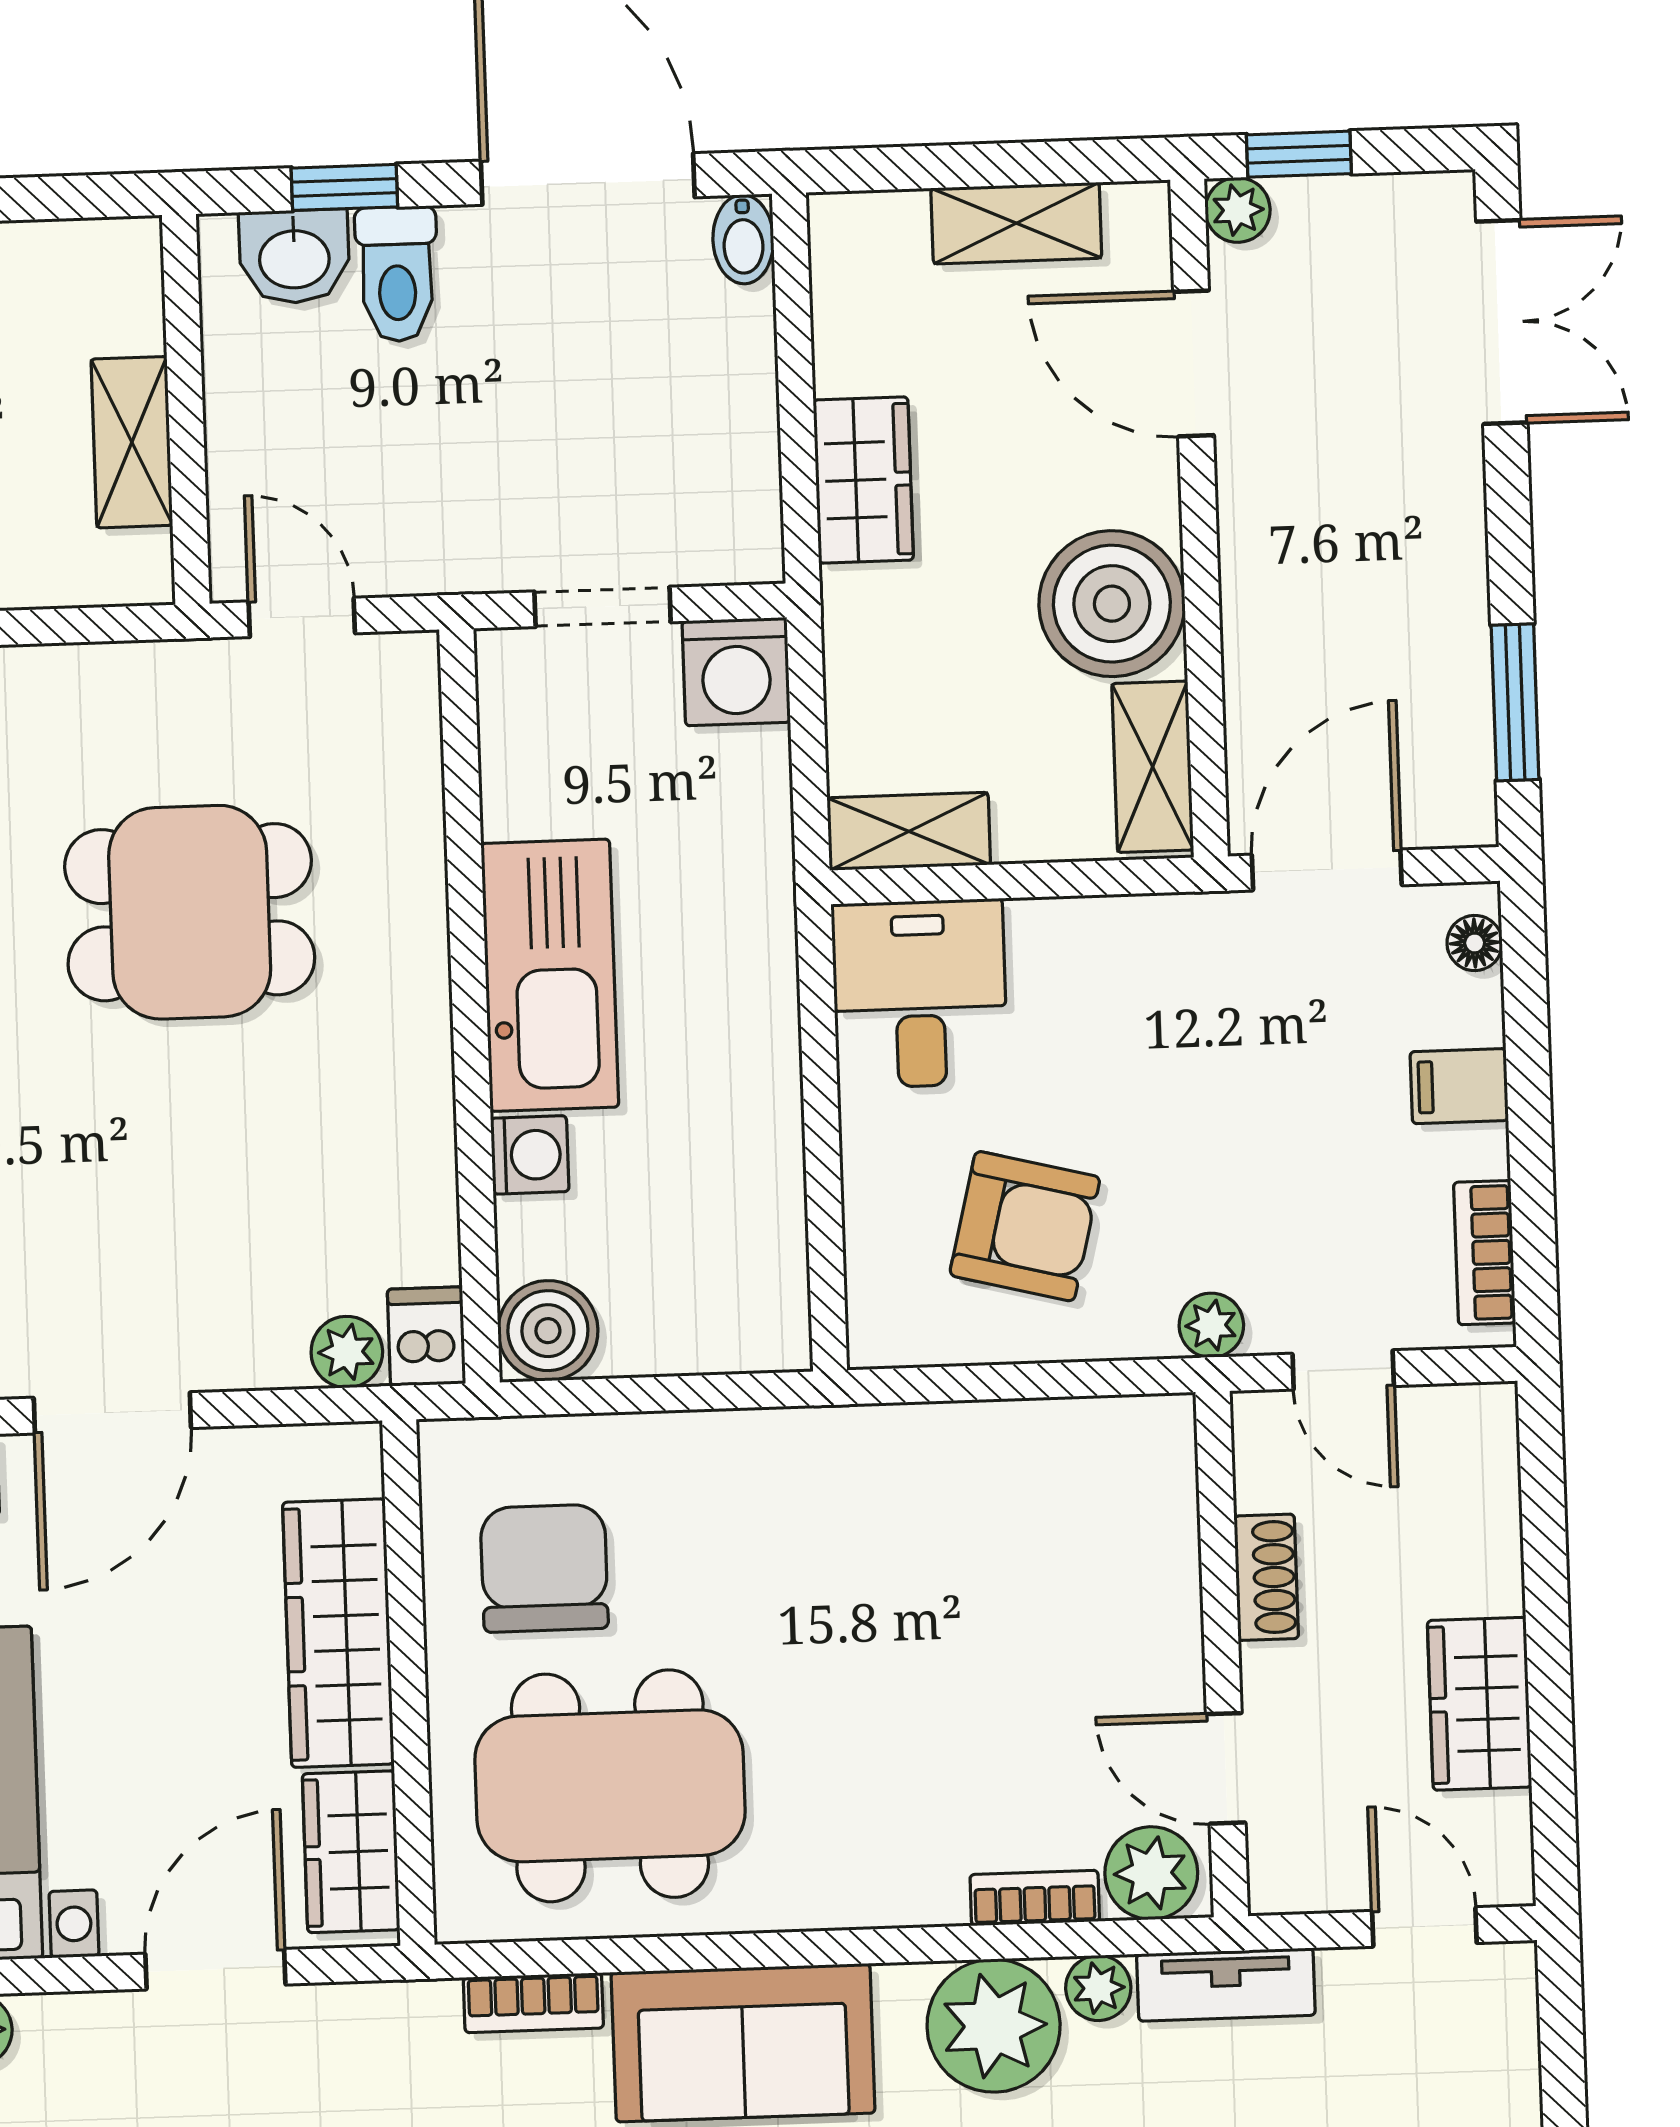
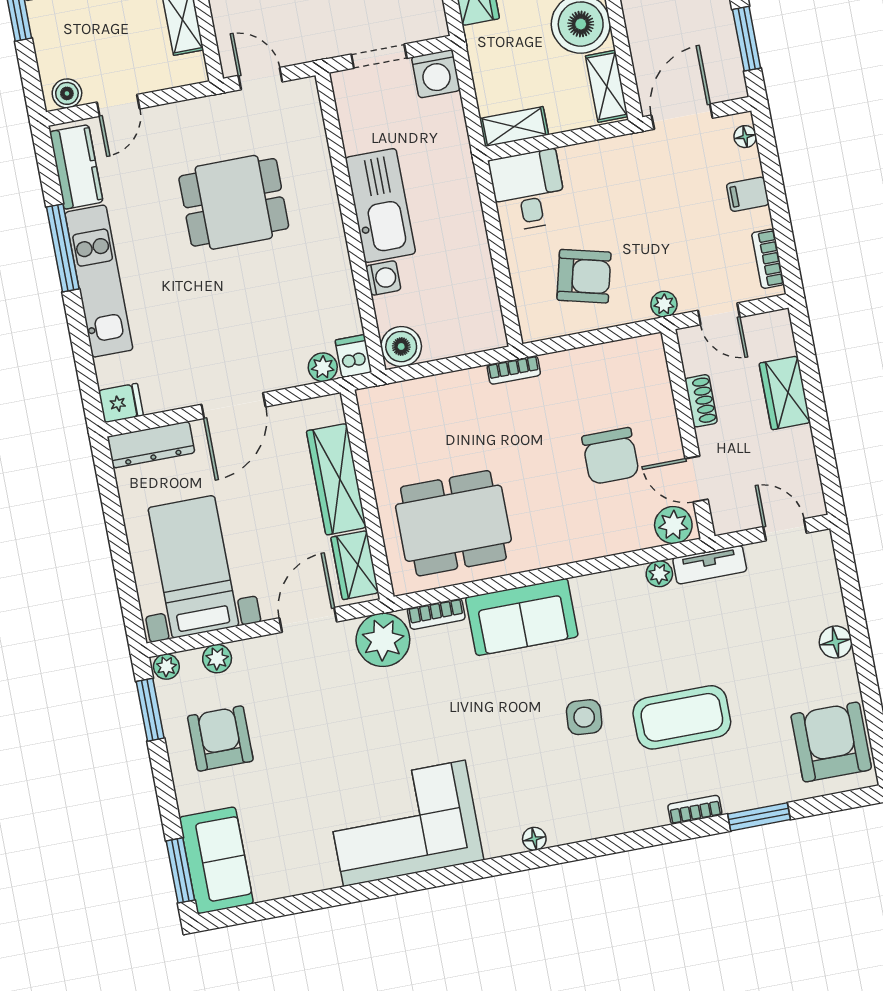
chair: (544, 1568) -> (611, 456), moved, turned 180
wardrobe: (1480, 1704) -> (785, 393), moved
bookcase: (1035, 1898) -> (514, 370), moved, turned 180
plant: (994, 2026) -> (383, 640), moved

